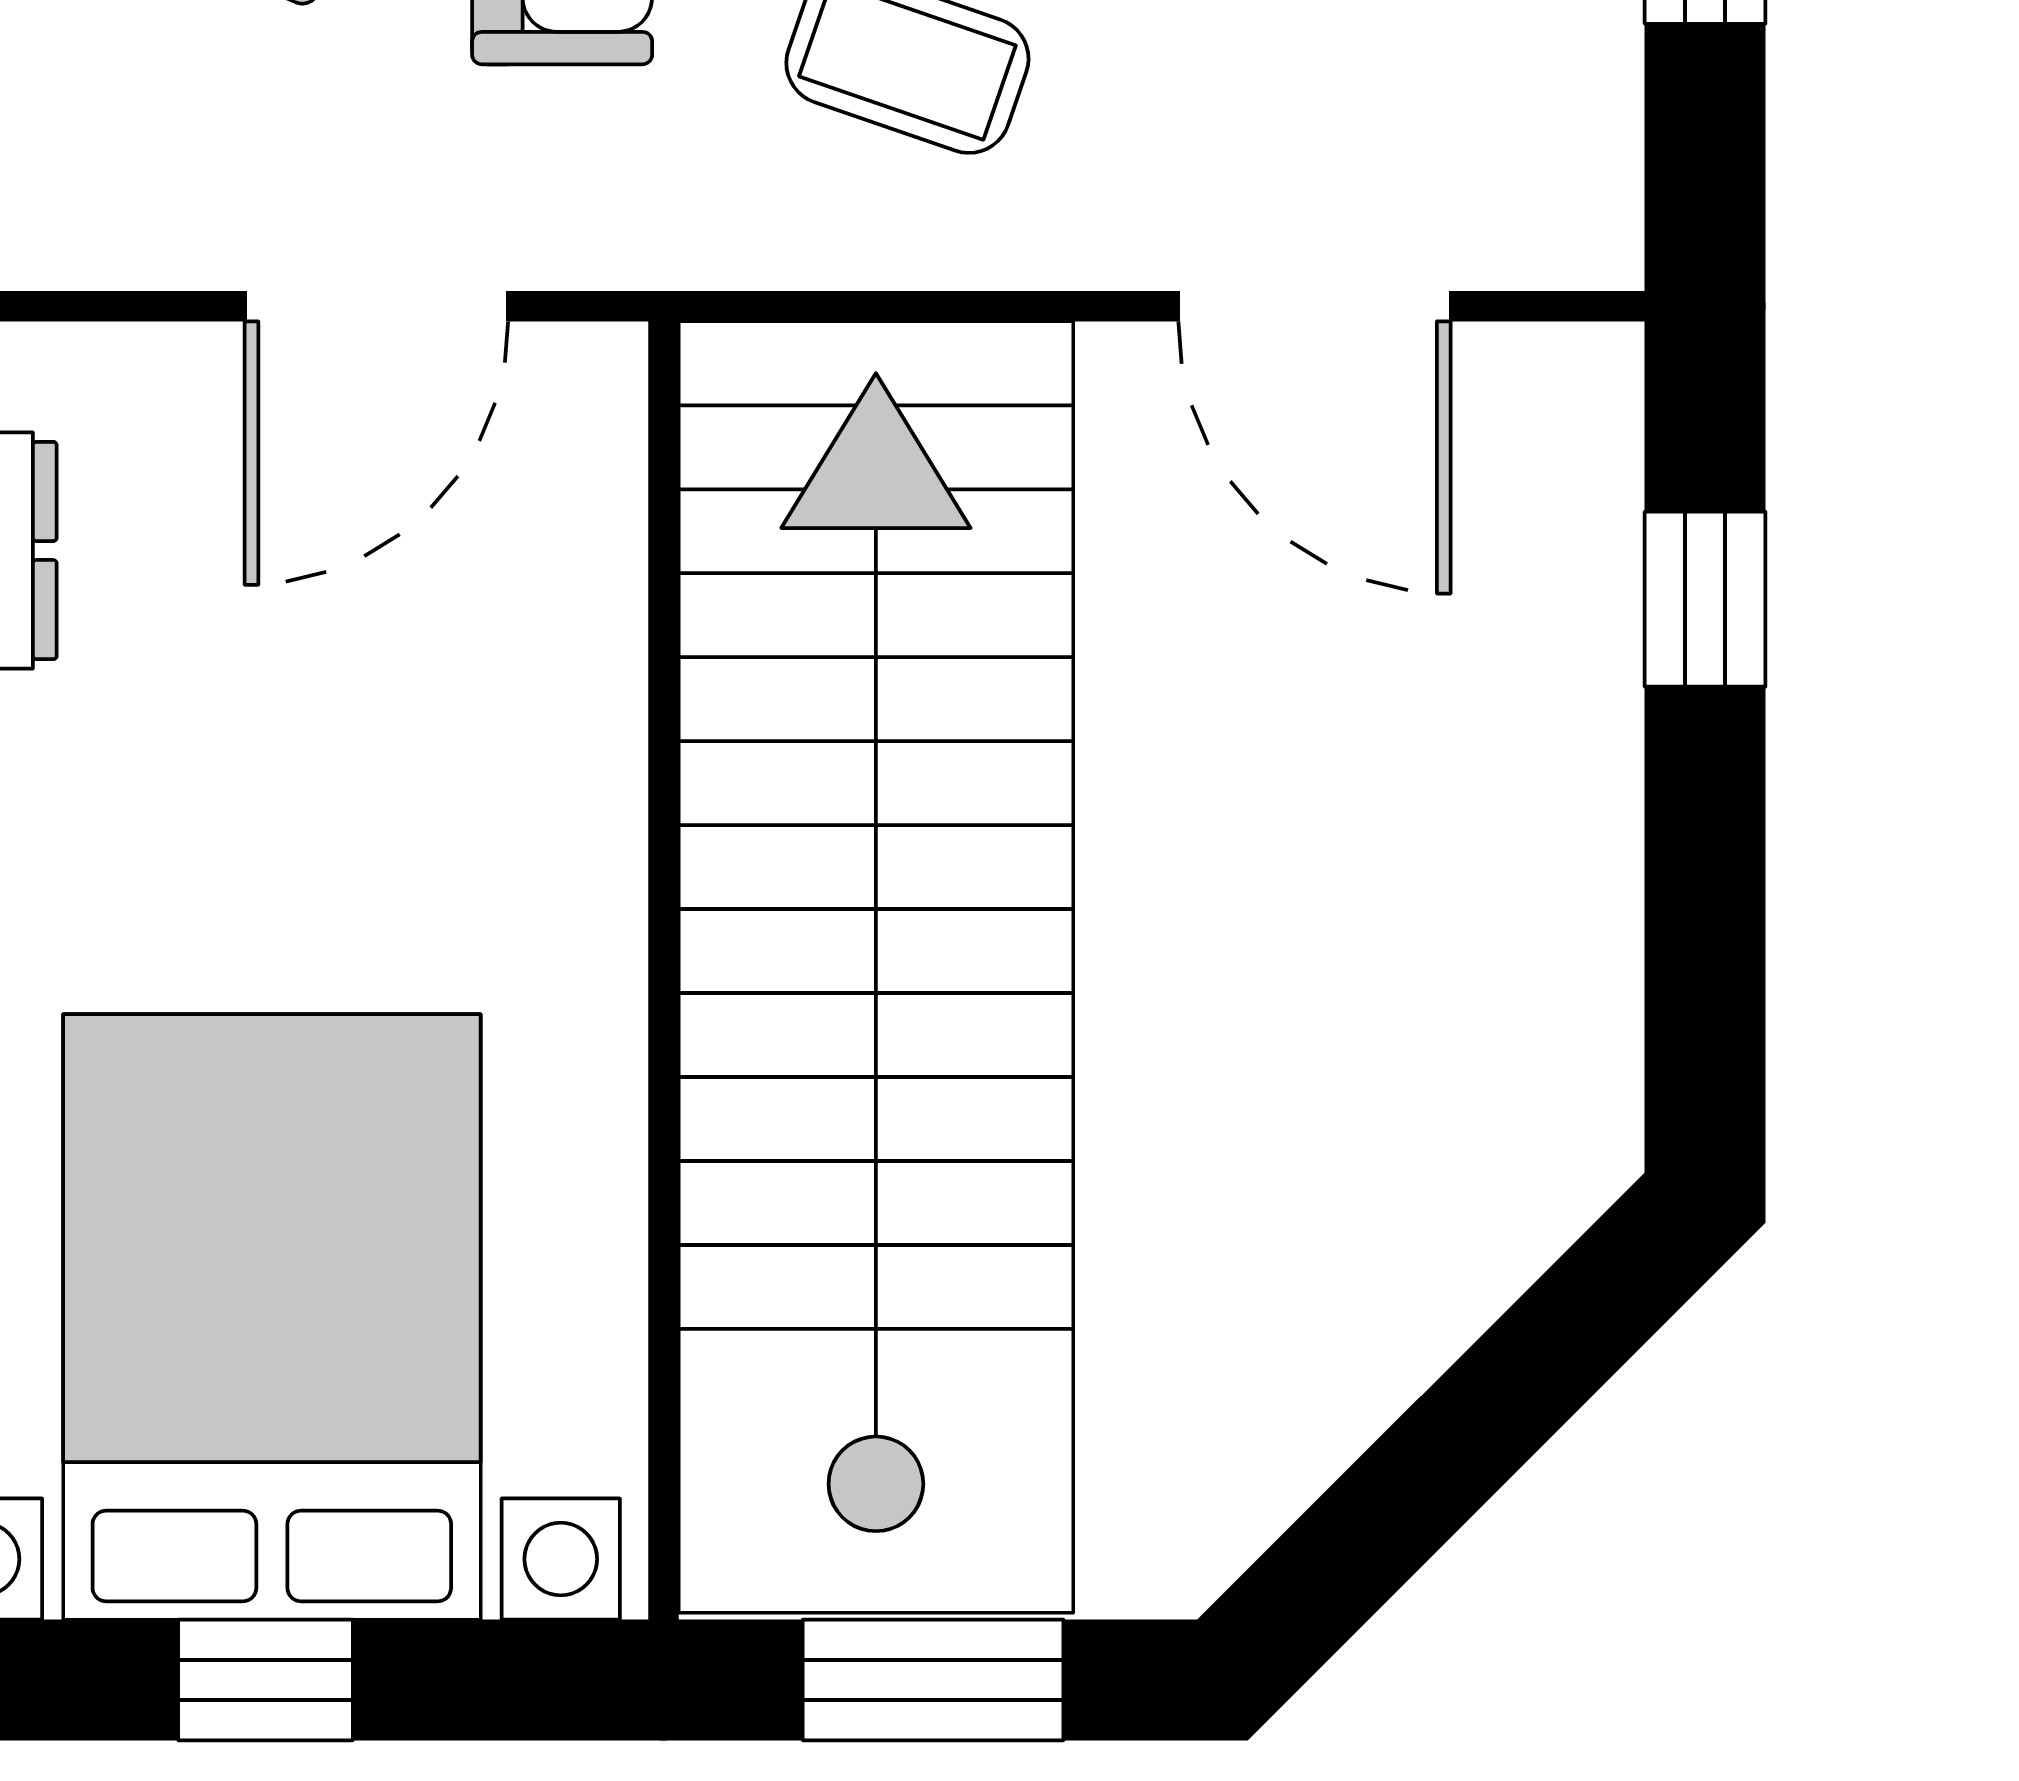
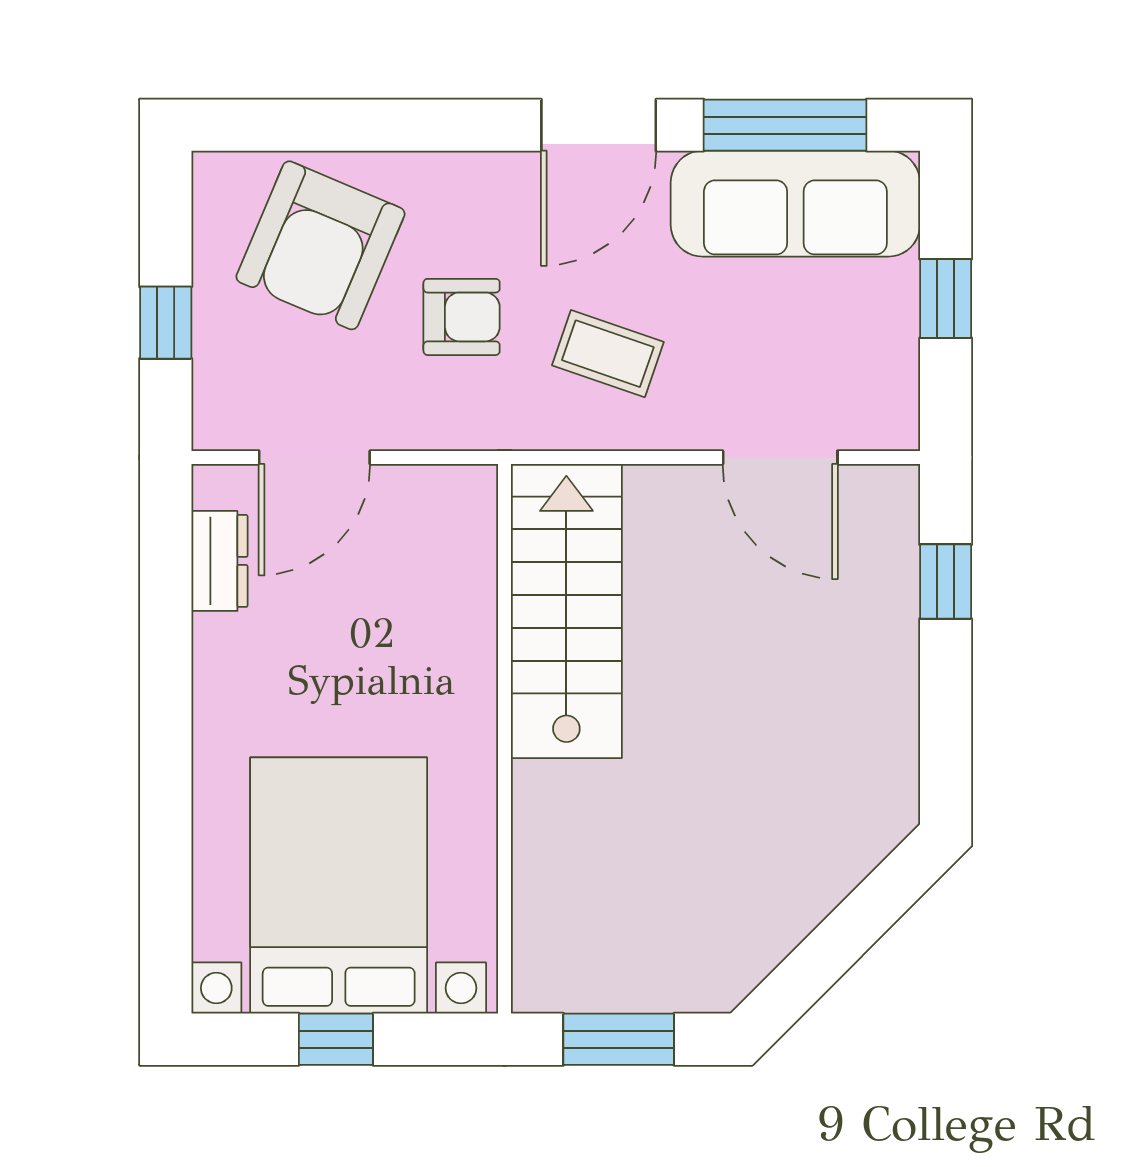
door: (376, 306) -> (314, 458), moved
stairs: (876, 967) -> (566, 611), width x0.54, depth x0.66

